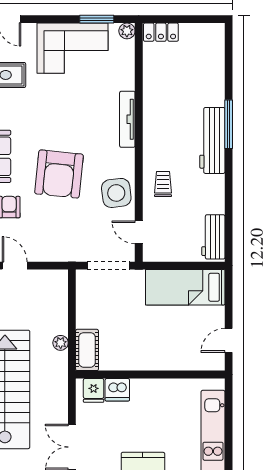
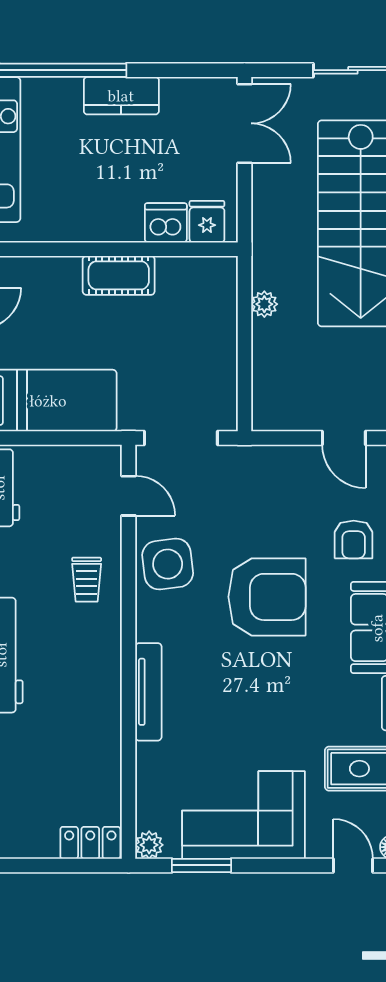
armchair: (59, 174) -> (267, 597), turned 84
cot: (87, 350) -> (119, 275), moved, turned 90

